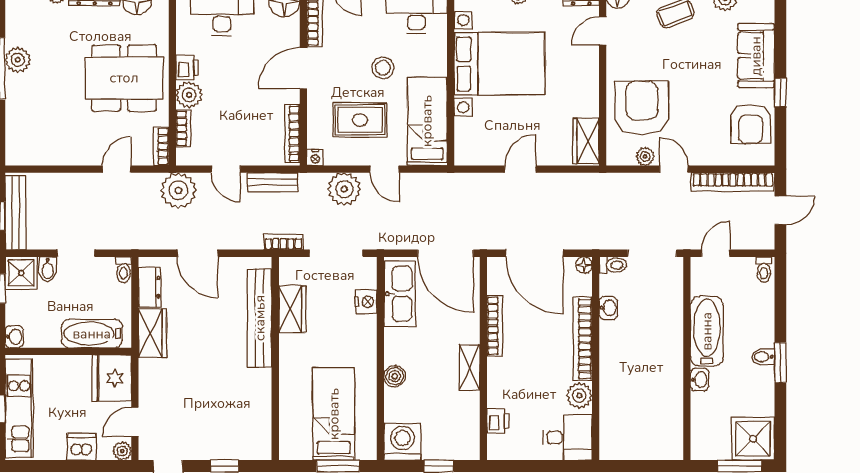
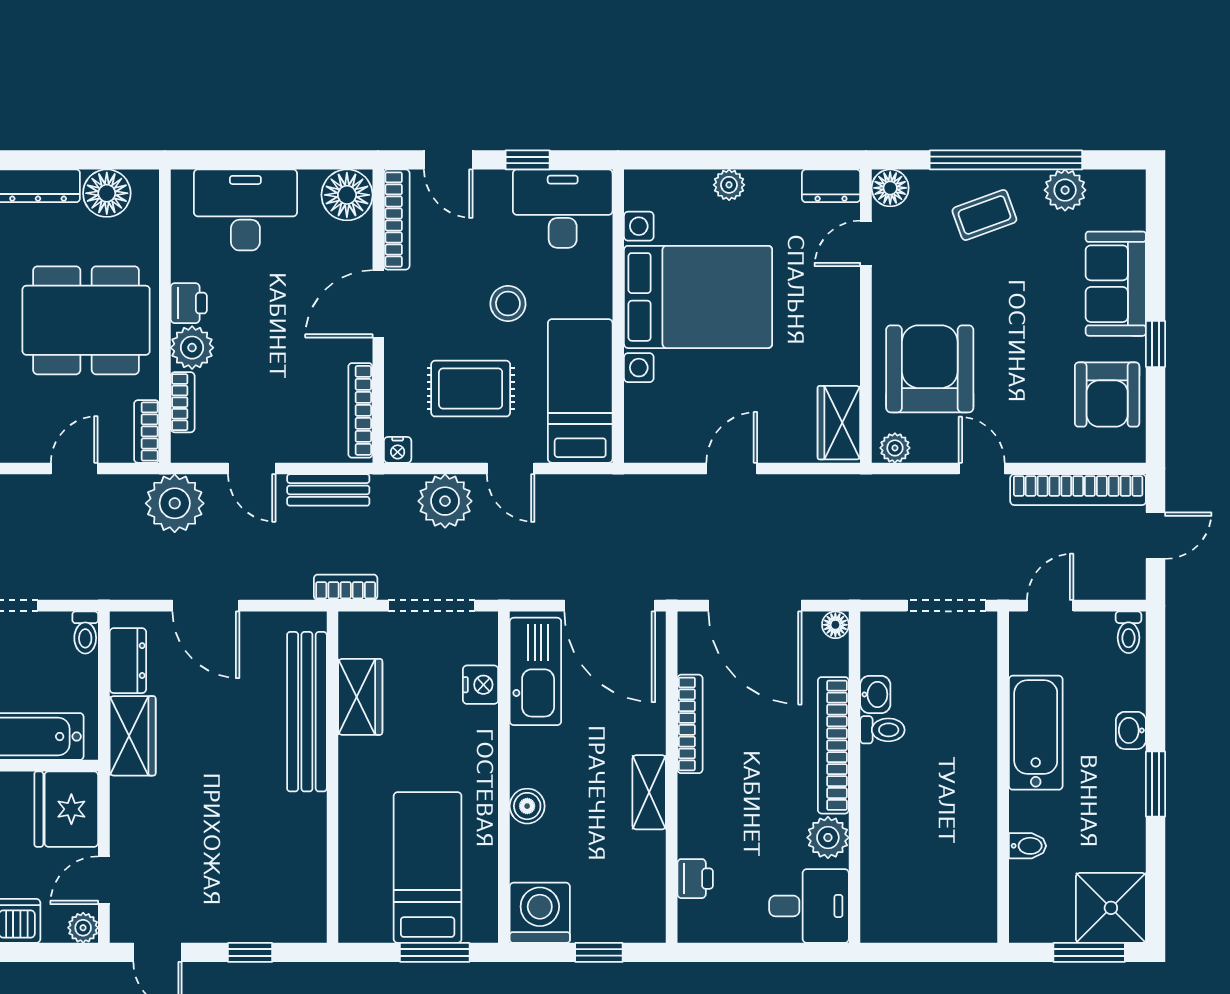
plant: (645, 156) -> (895, 448), moved
toilet: (613, 265) -> (882, 730), moved
bidet: (763, 357) -> (1027, 846), moved, turned 180
washbasin: (700, 380) -> (1131, 730), moved, turned 180

